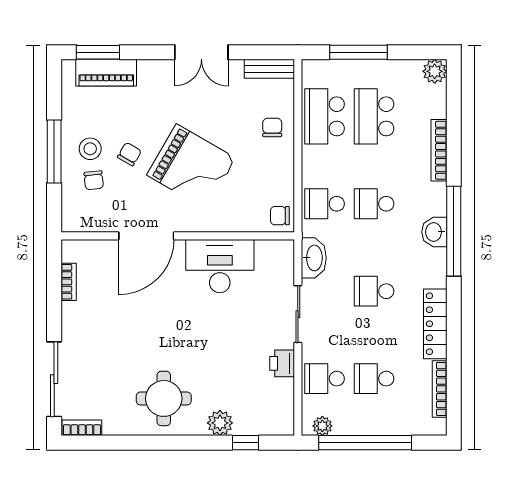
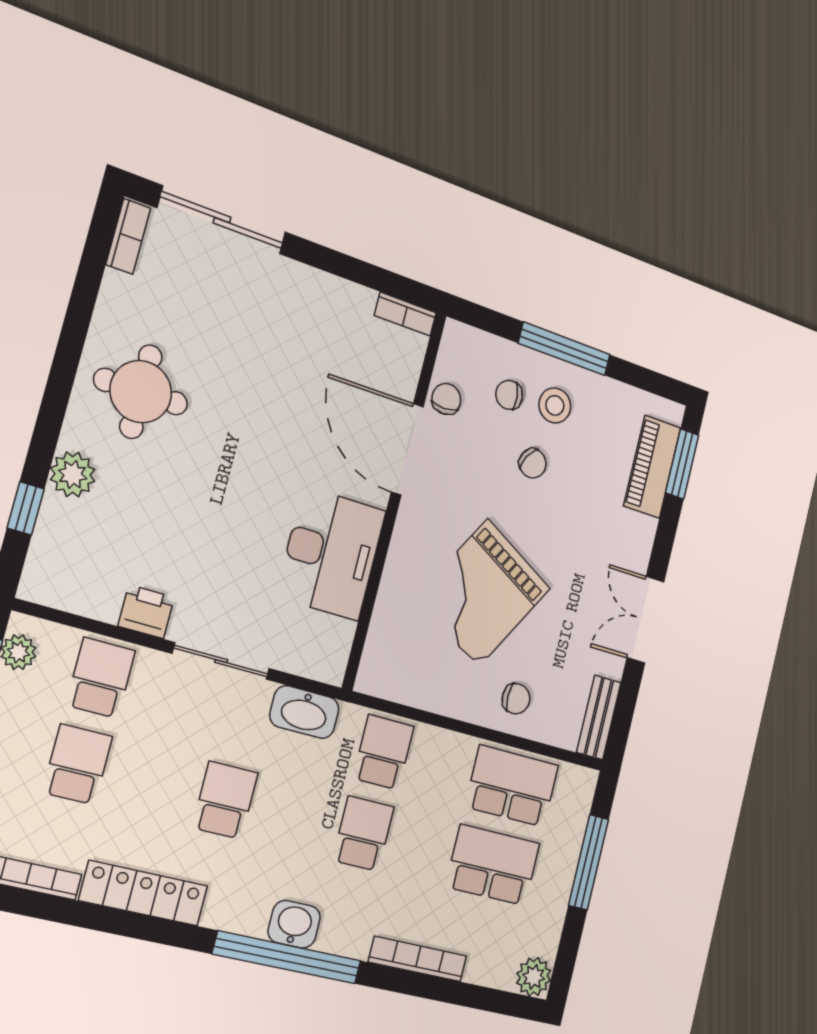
grand piano: (191, 167) -> (483, 593), moved
chair: (280, 216) -> (446, 399), moved
bookcase: (69, 282) -> (405, 314), moved

